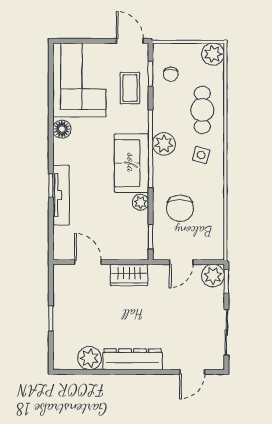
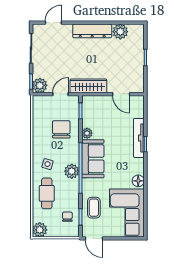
wardrobe: (129, 275) -> (88, 86), width x1.50

